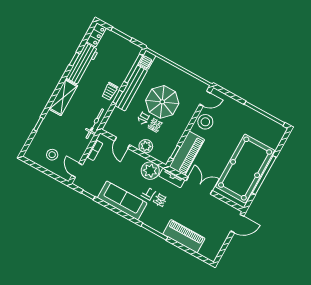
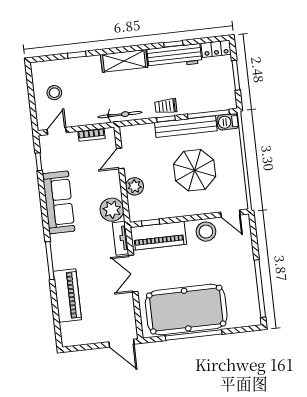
double door: (199, 186) -> (133, 274), swing flipped

